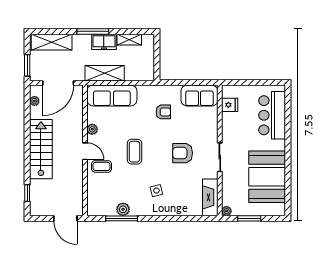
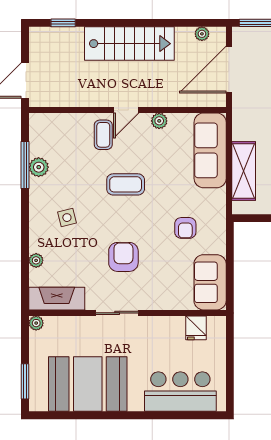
shelving: (105, 73) -> (244, 171), moved
door: (58, 83) -> (229, 70), hinge flipped
plant: (185, 211) -> (36, 260), added
window: (249, 218) -> (25, 381), moved

